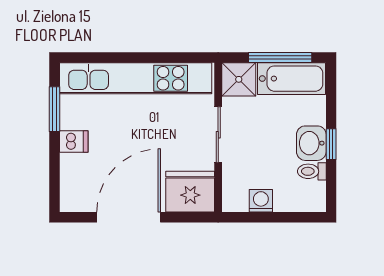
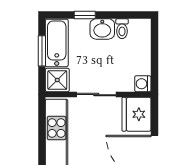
window: (280, 57) -> (42, 51), width x0.69
window: (331, 144) -> (85, 15), moved
washing machine: (261, 201) -> (143, 84), moved

